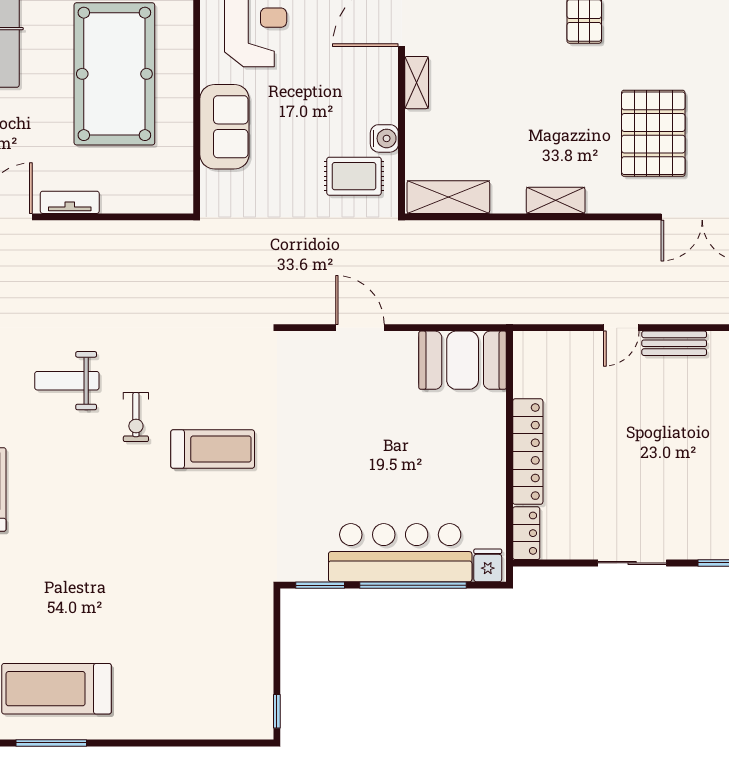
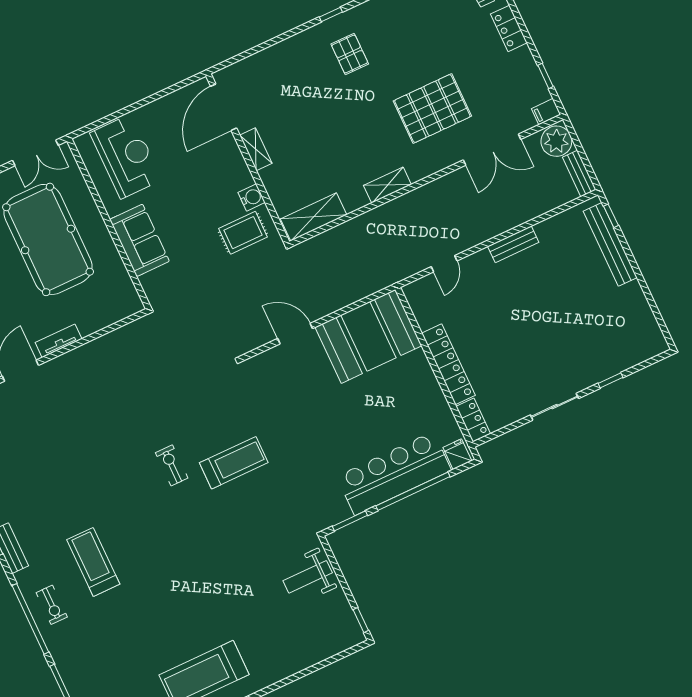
pallet: (653, 133) -> (432, 109), turned 90
door: (621, 328) -> (444, 264), moved
booth: (463, 360) -> (368, 336), width x1.36, depth x1.42
weight bench: (67, 381) -> (308, 577), moved
exercise bike: (136, 417) -> (172, 465), turned 180

